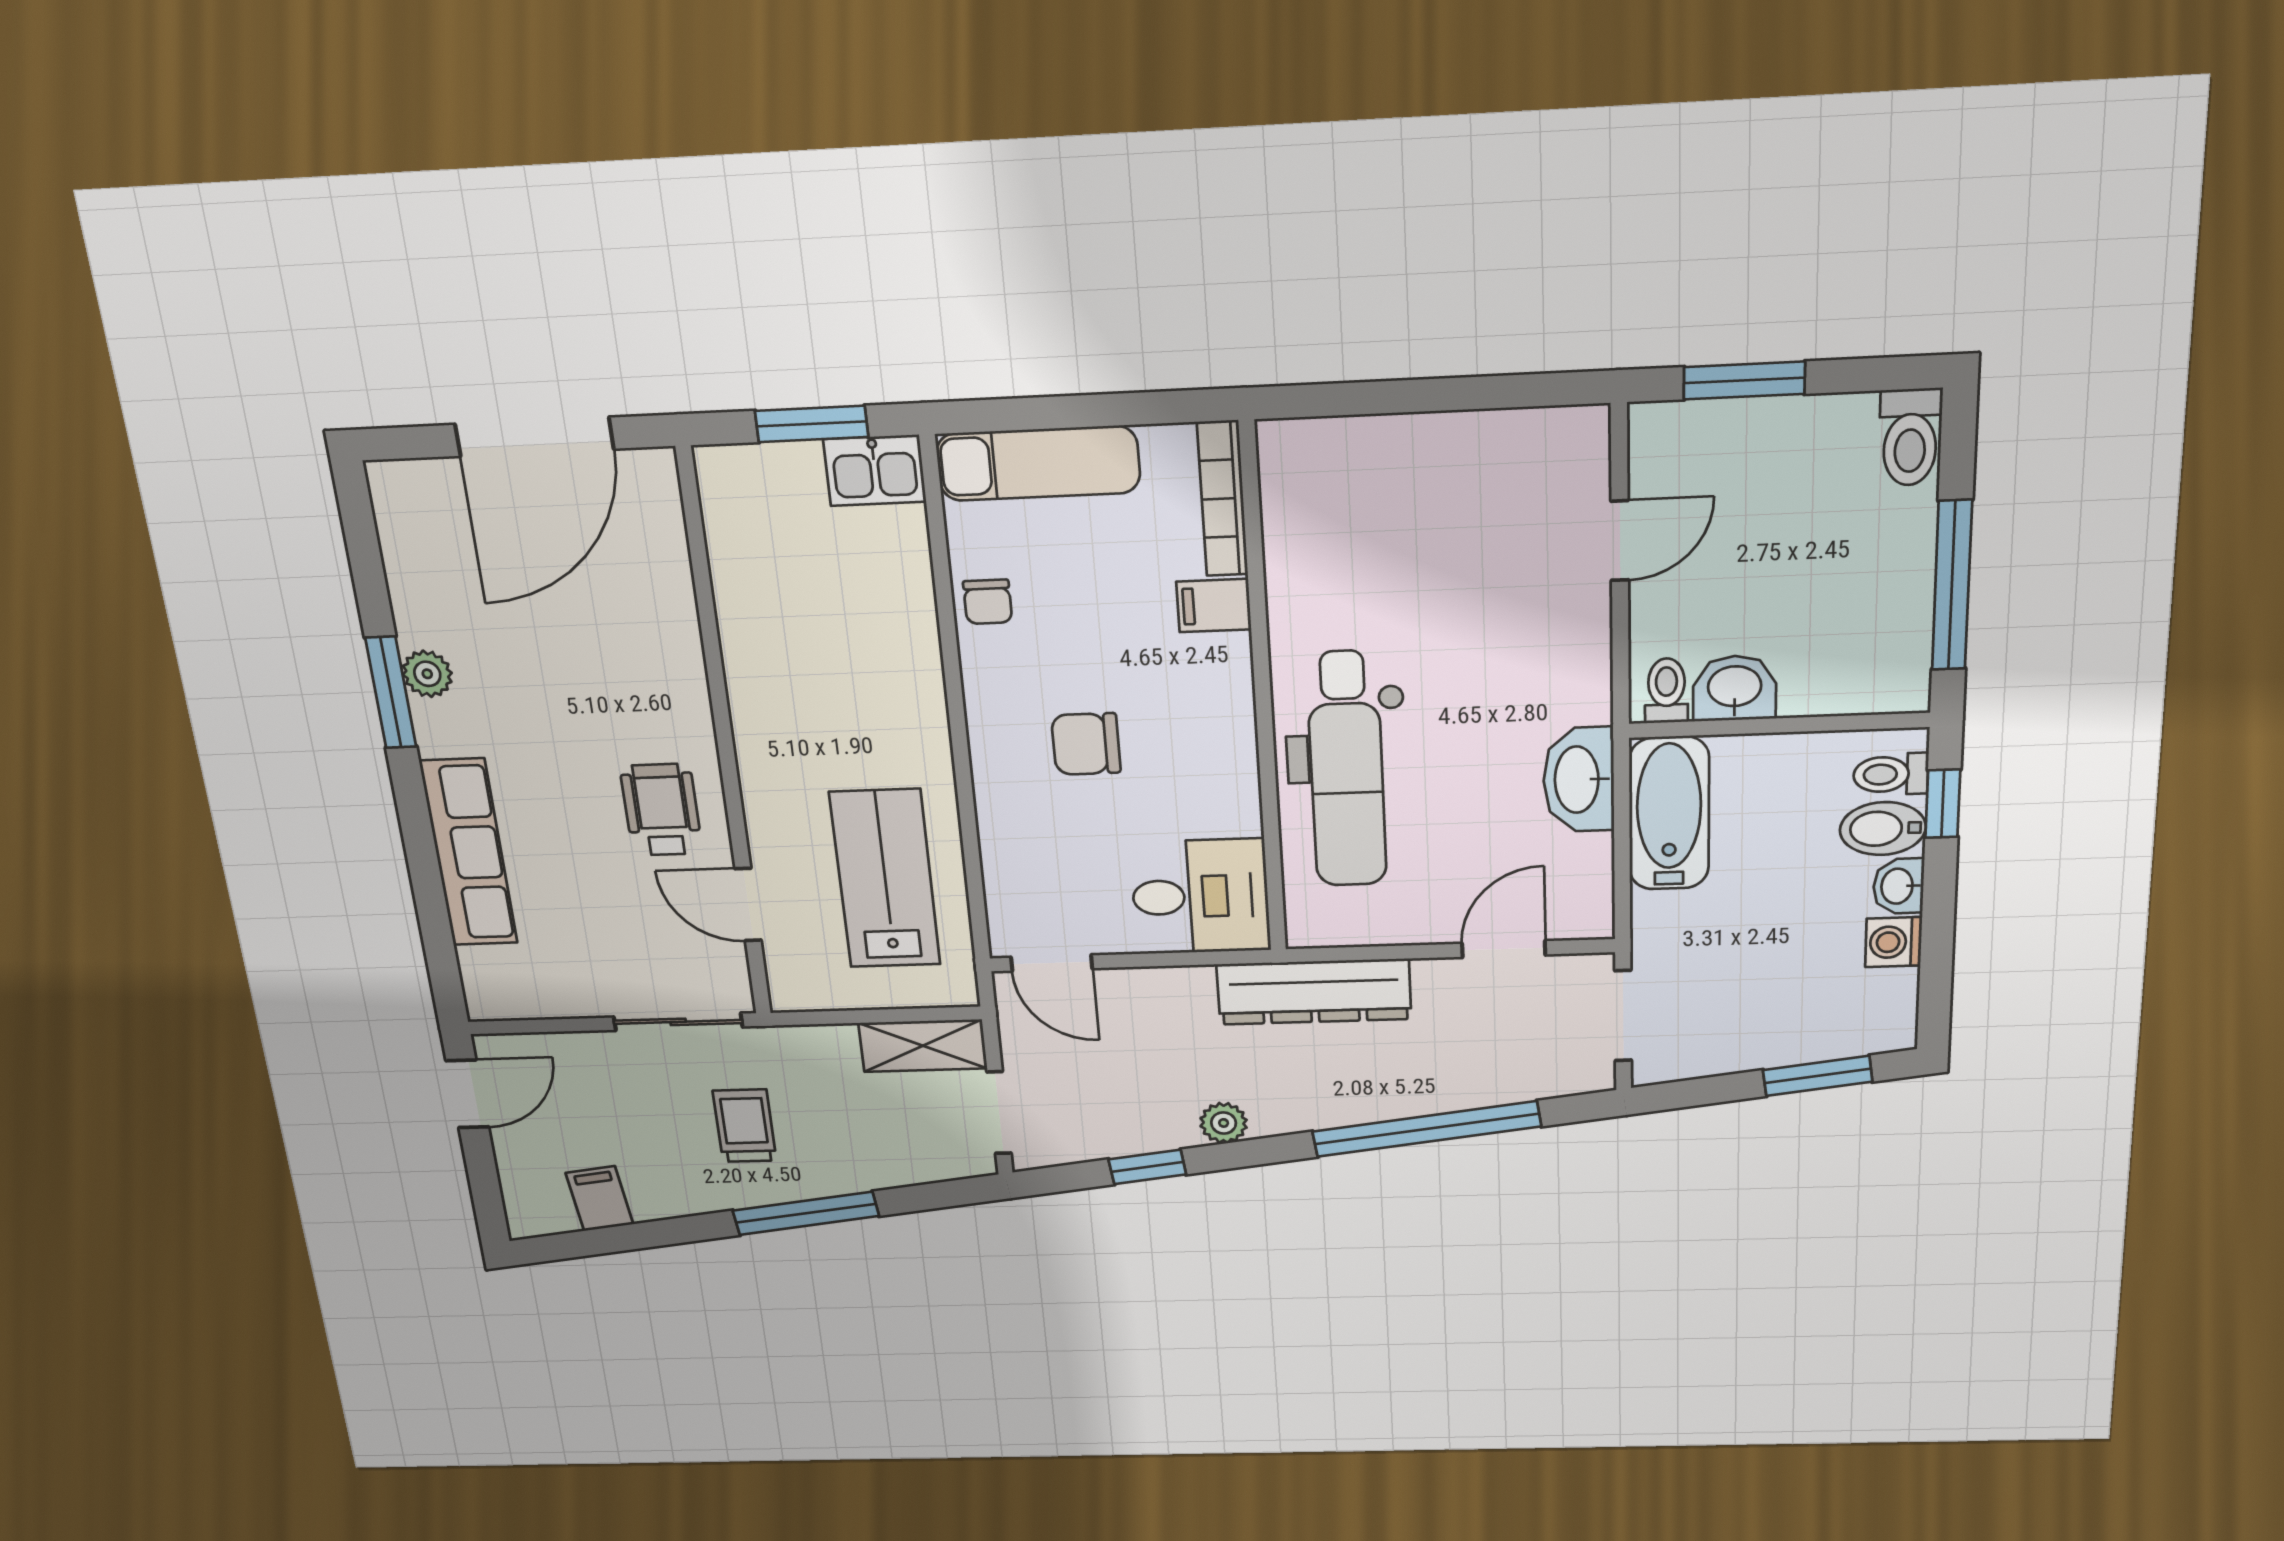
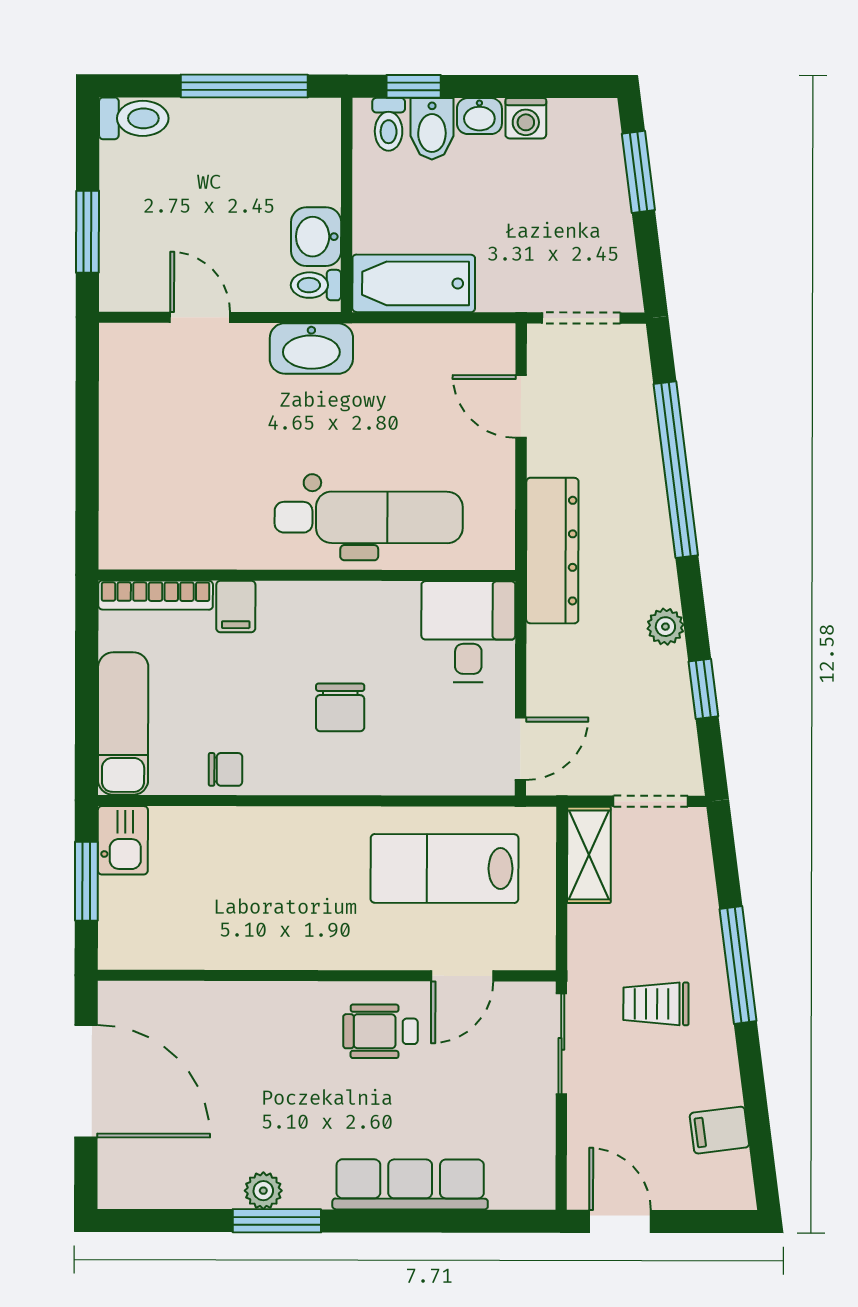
washbasin: (1579, 780) -> (311, 349), moved

